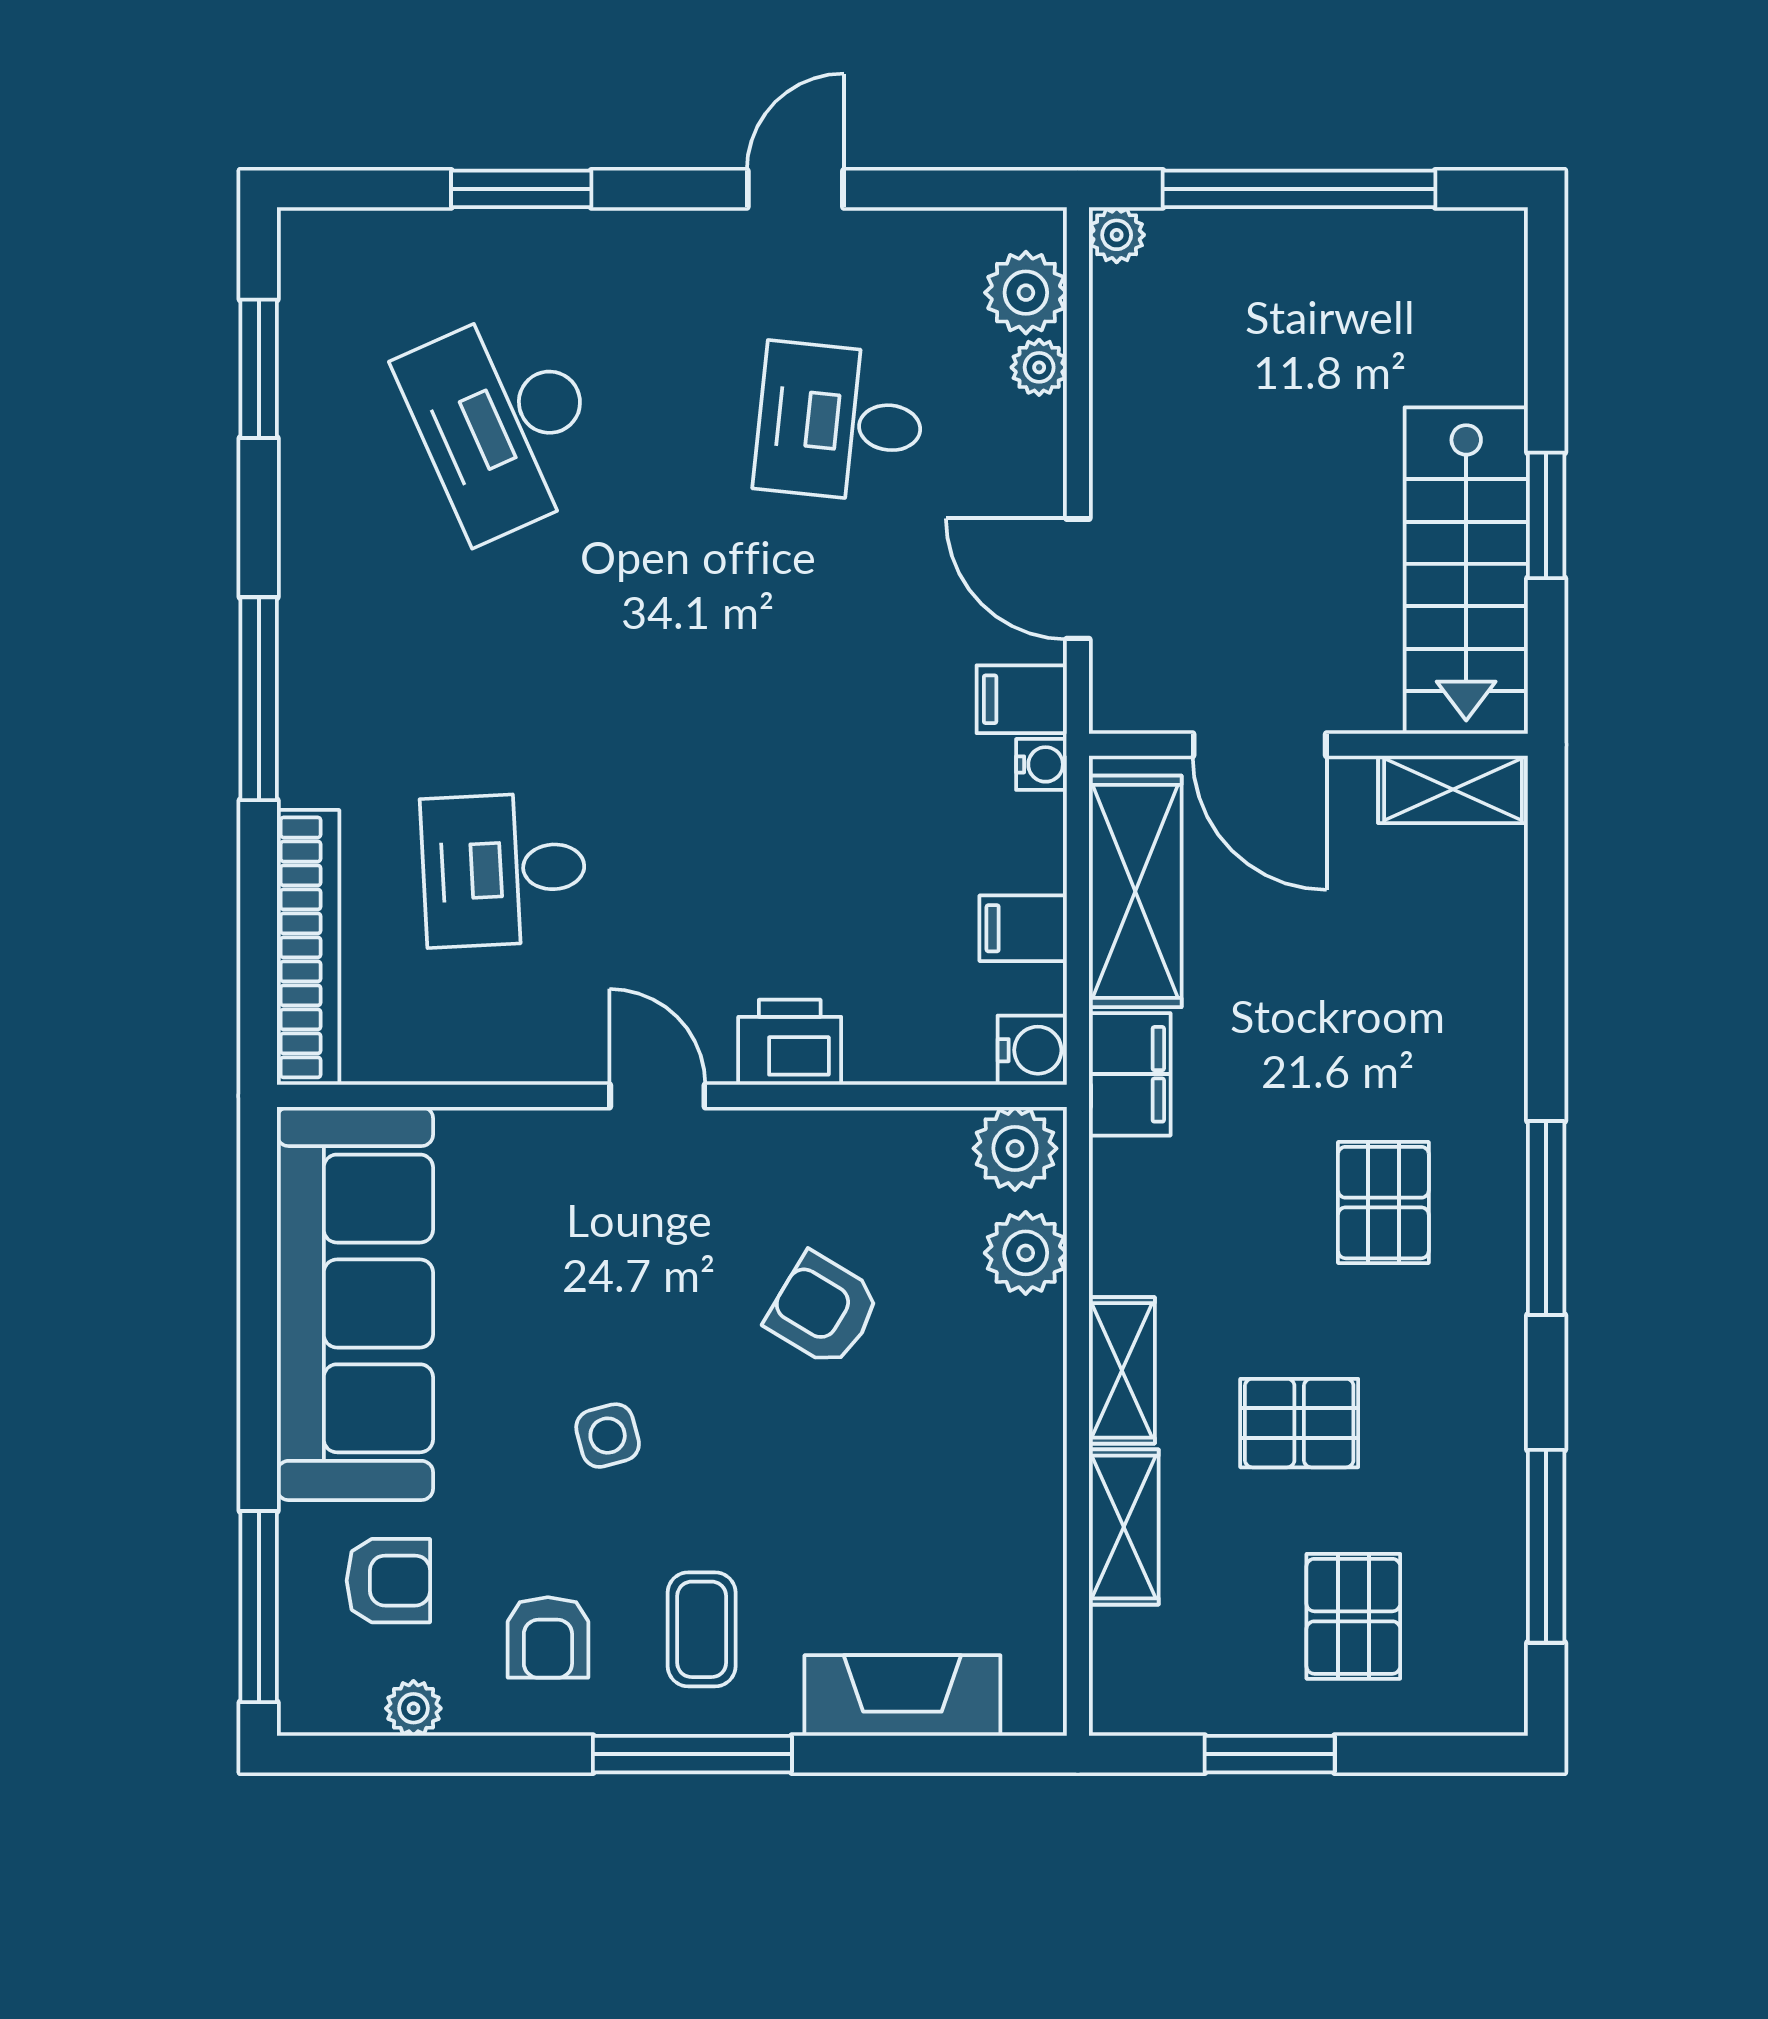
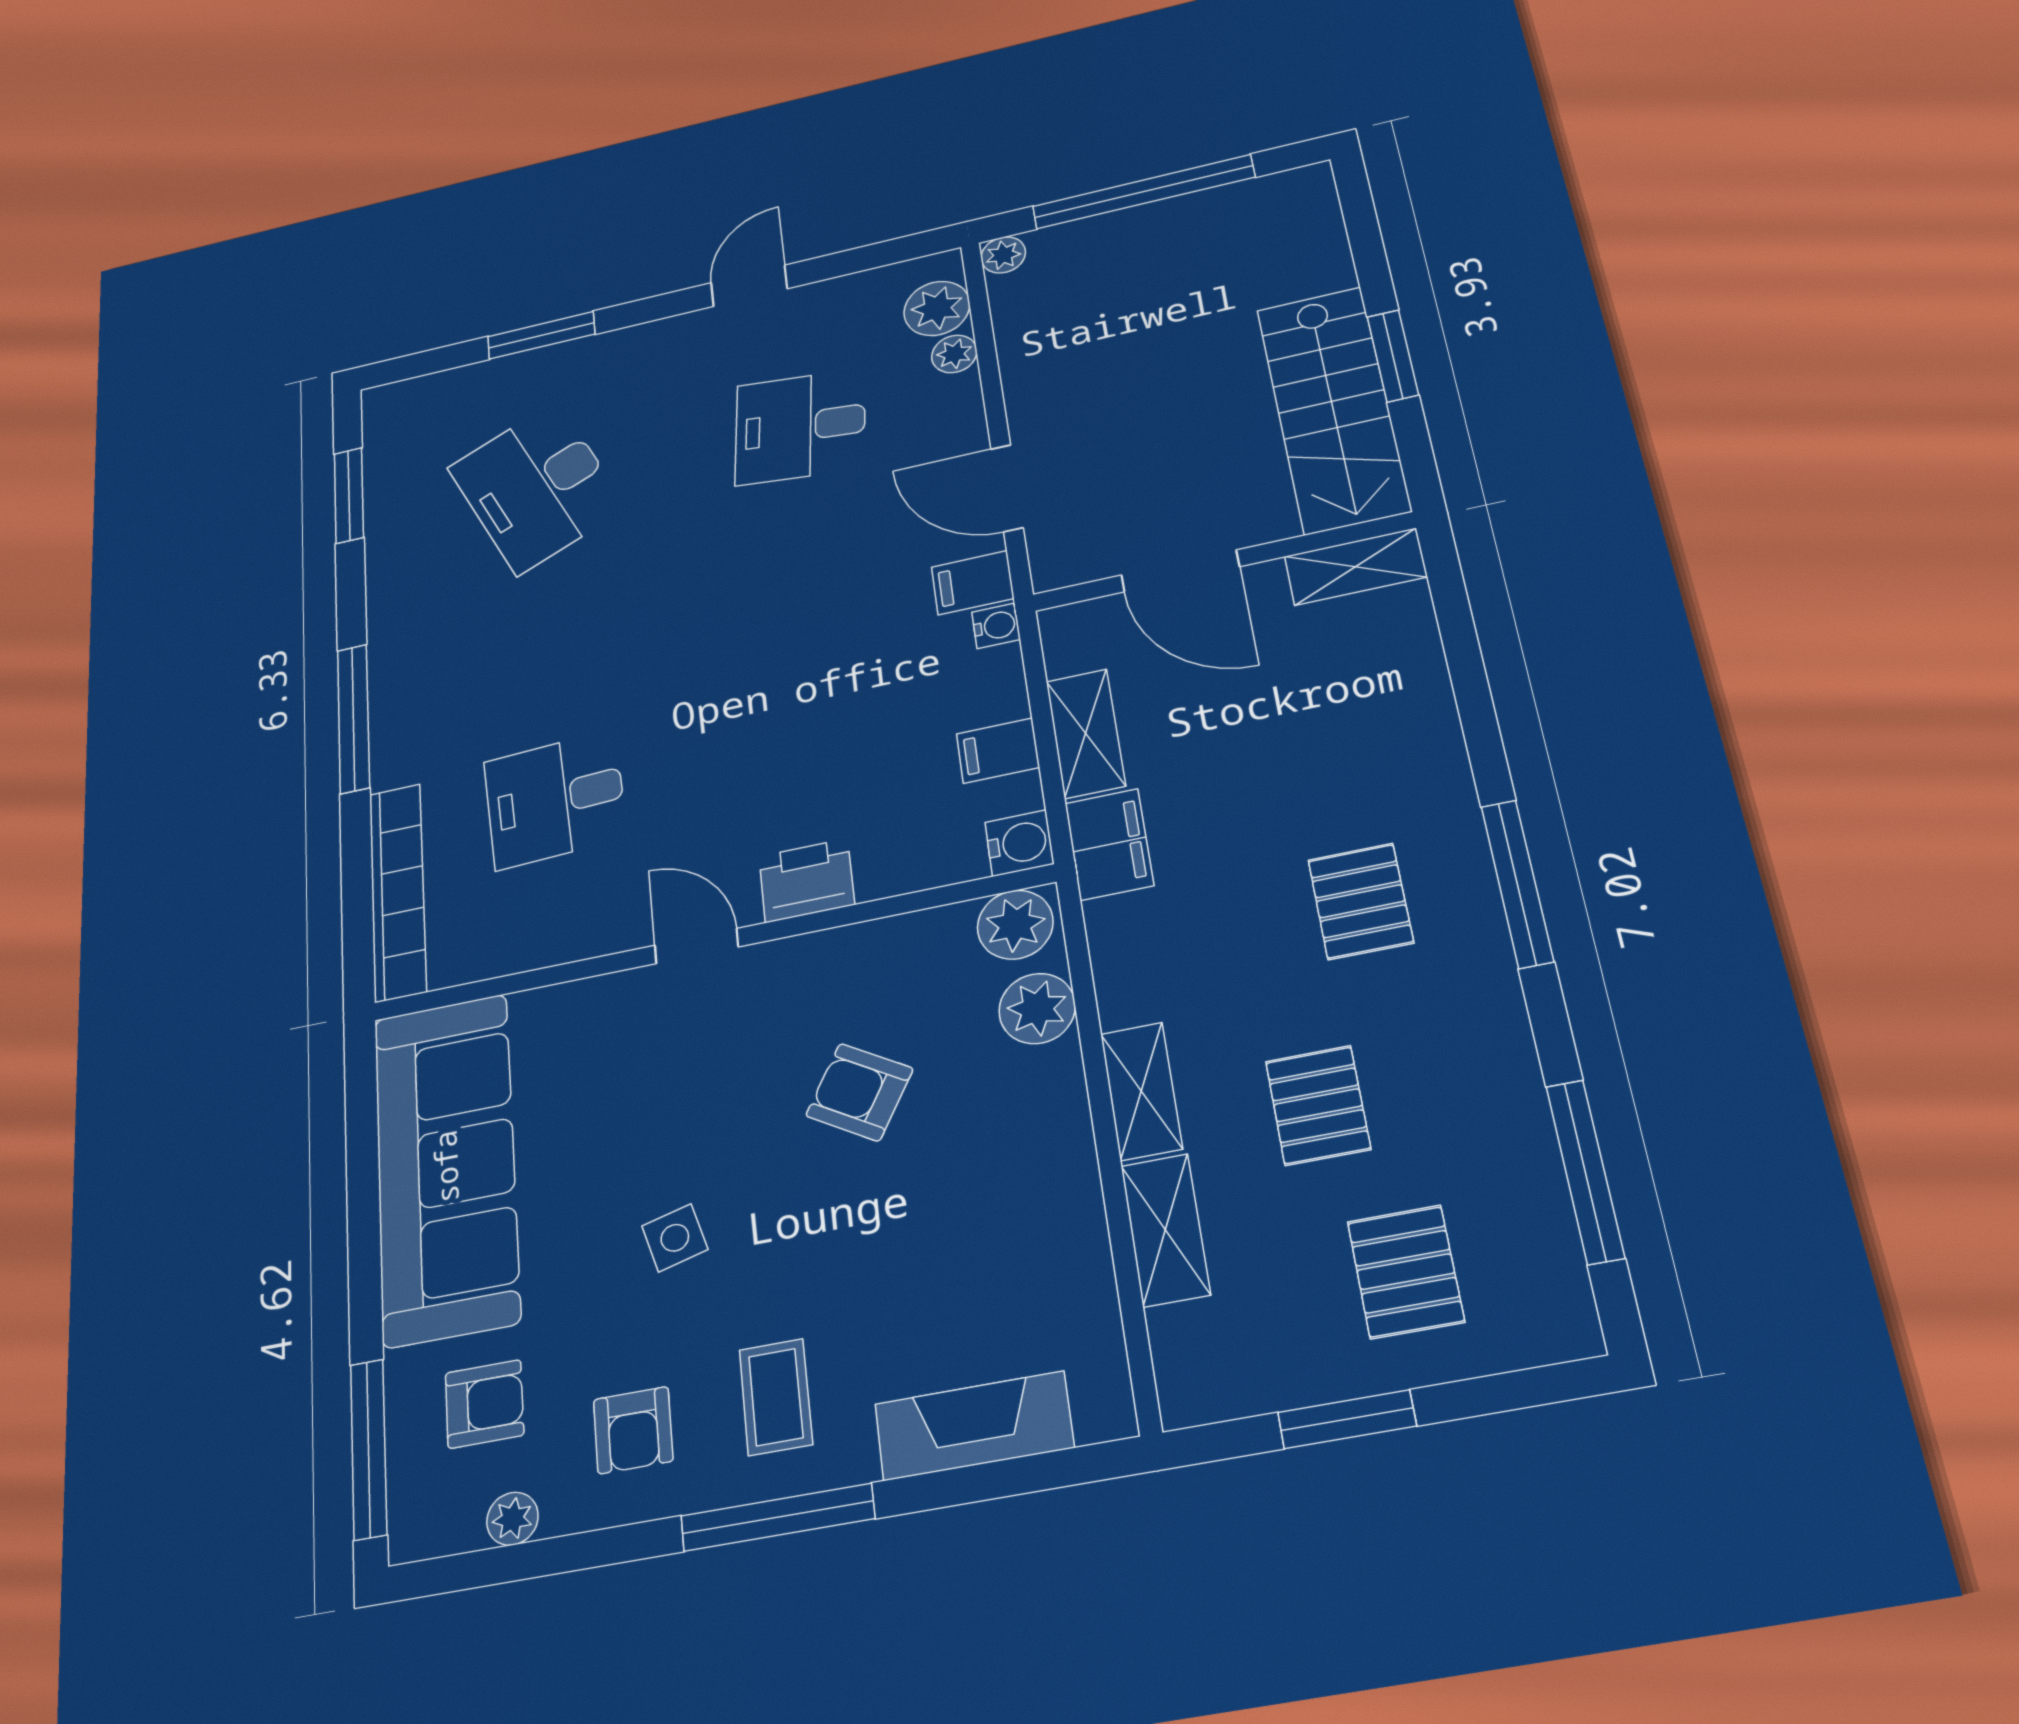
shelving: (1135, 891) -> (1086, 733), width x0.67, depth x0.75
pallet: (1299, 1423) -> (1318, 1105), turned 90

